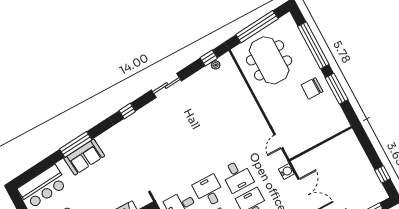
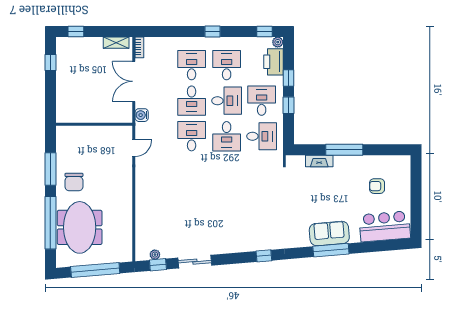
meeting table: (269, 60) -> (80, 227), moved
sliding door: (166, 86) -> (195, 262), moved
chair: (312, 88) -> (74, 182), turned 90

